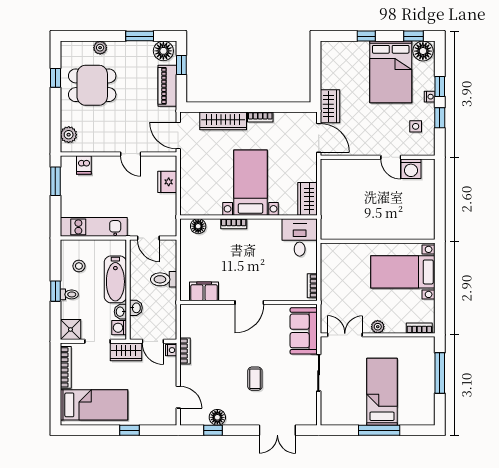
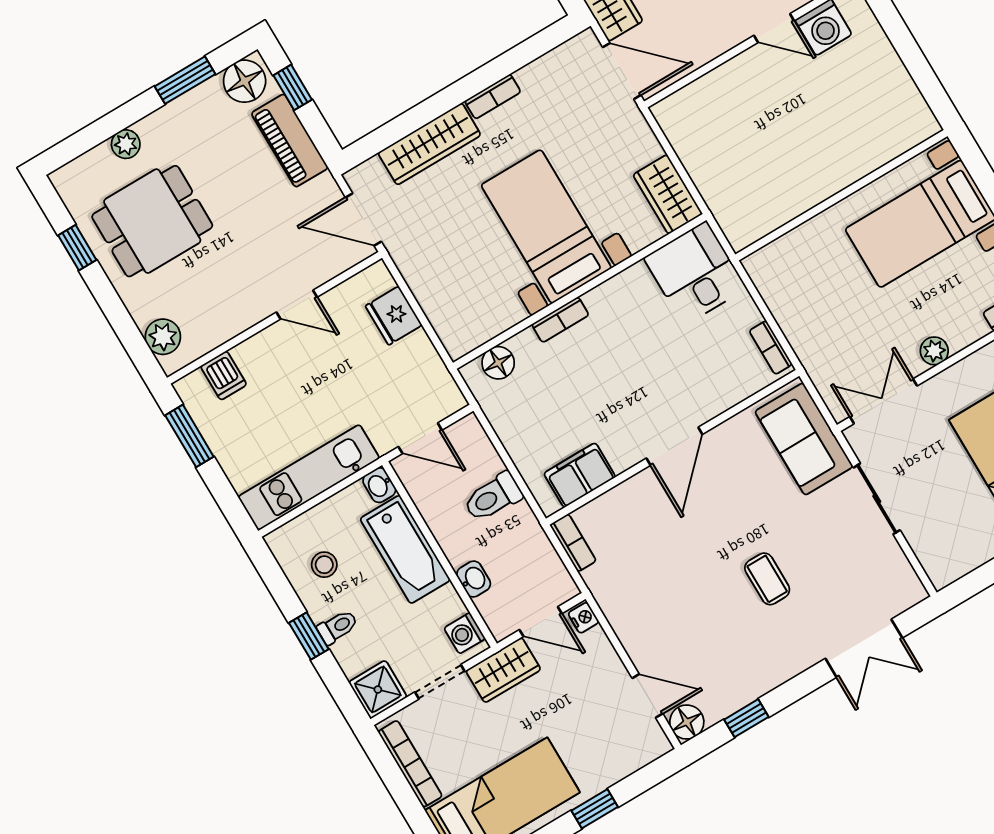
washbasin: (120, 312) -> (379, 485), moved
bookcase: (185, 351) -> (573, 543), moved
floor lamp: (217, 417) -> (687, 722), moved

